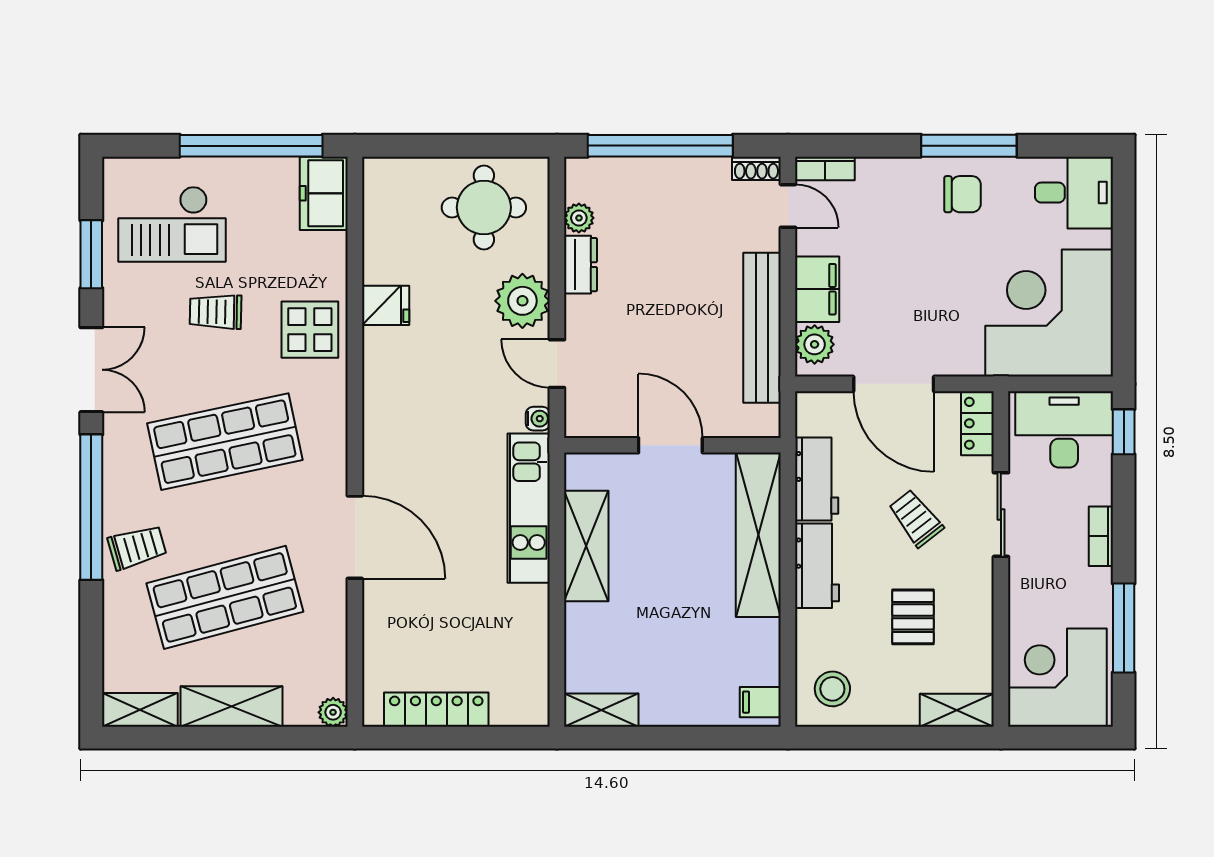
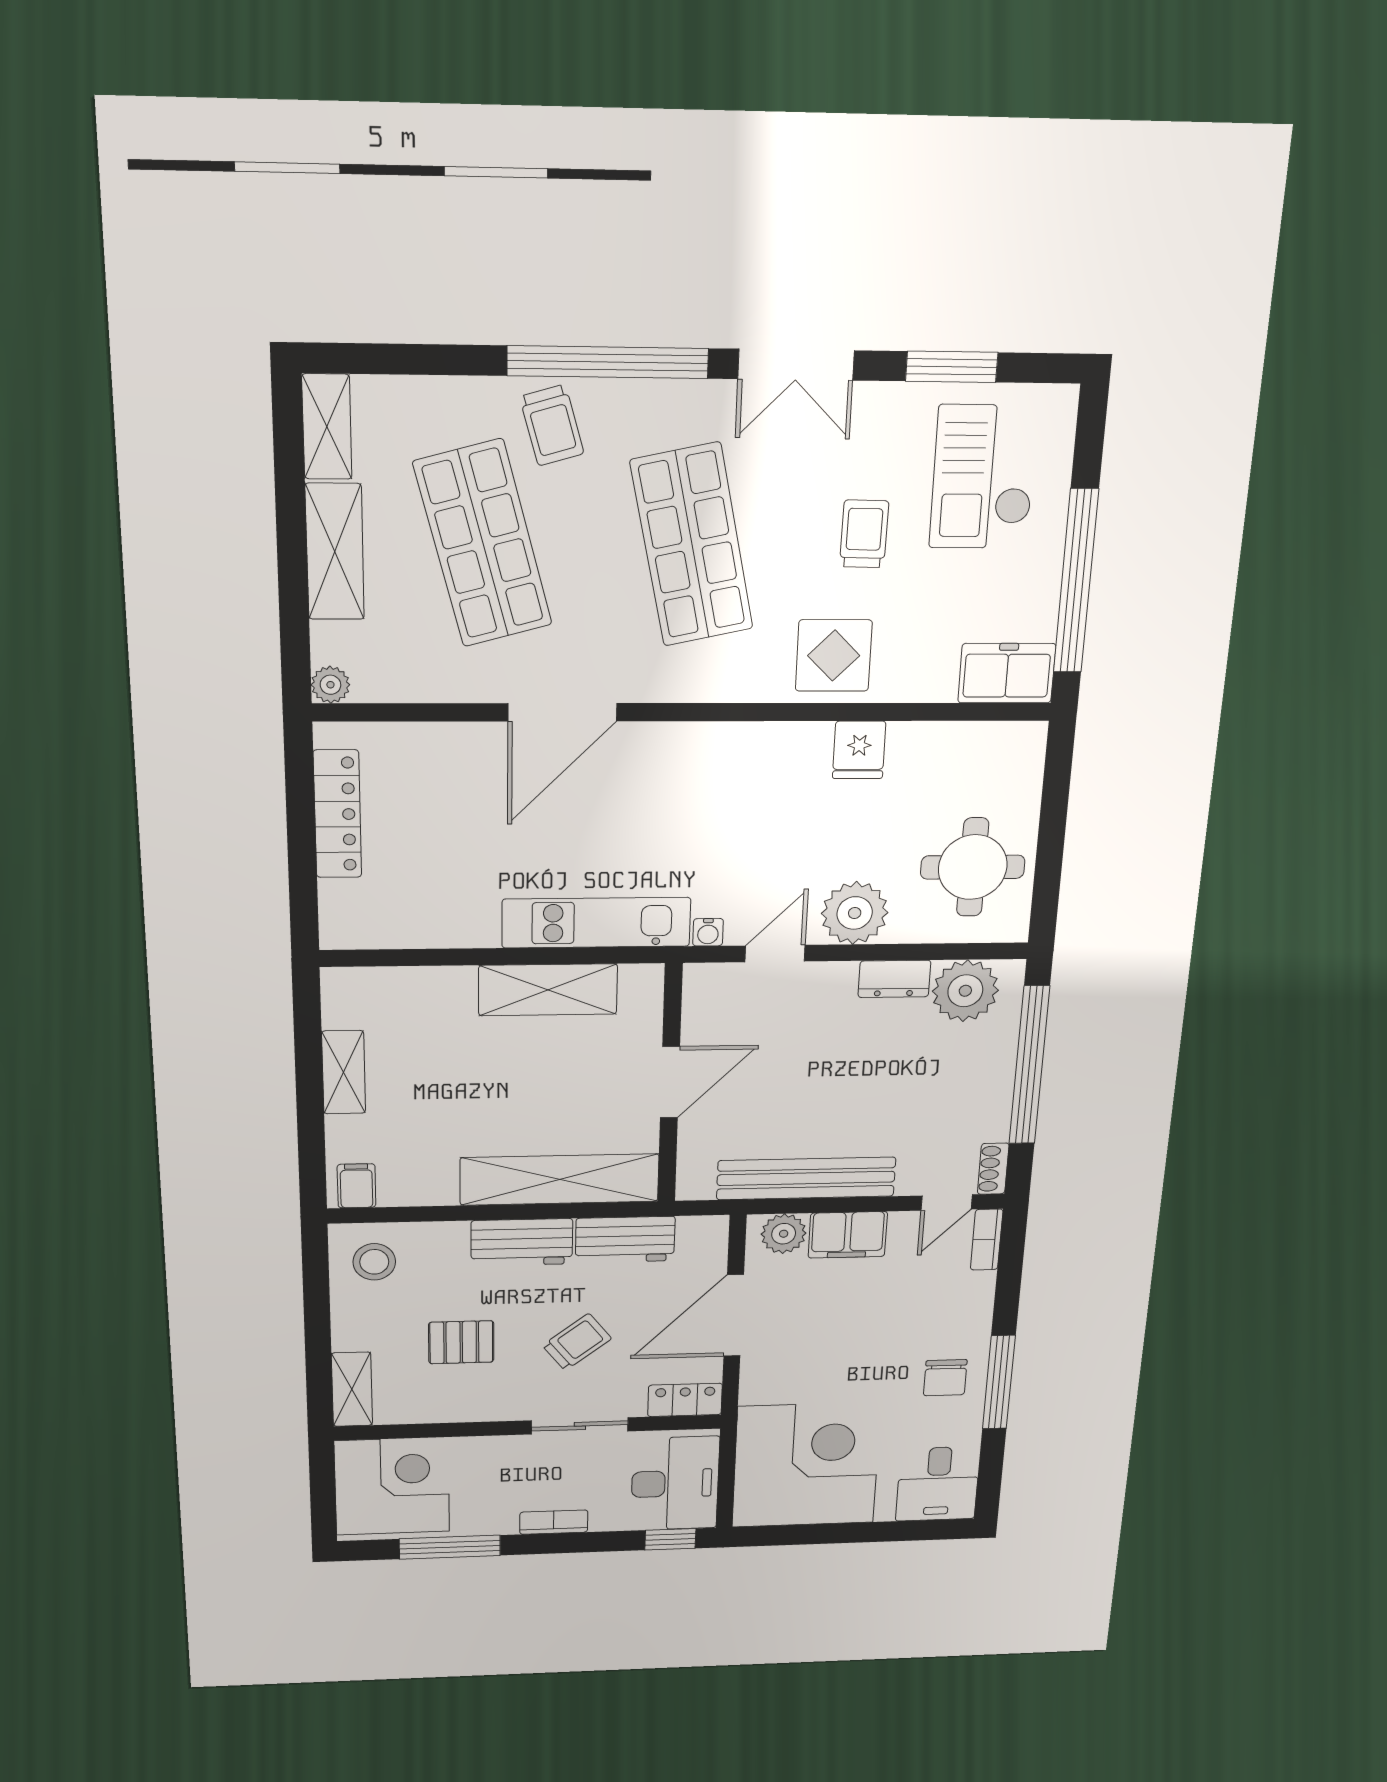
plant: (579, 218) -> (965, 991), width x1.87, depth x1.87
shelving: (601, 710) -> (344, 1072), moved

